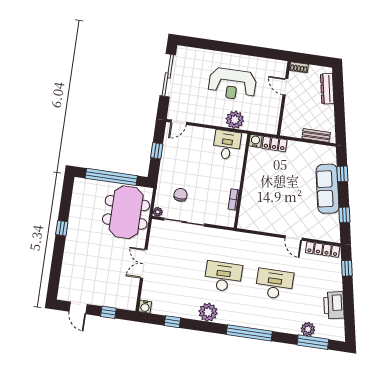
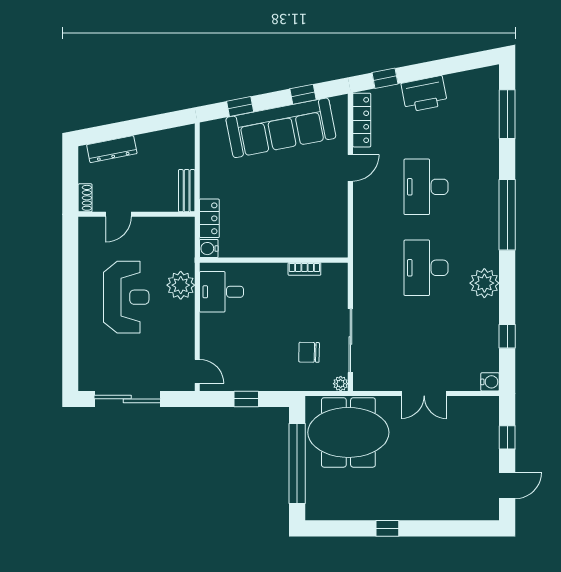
bench: (316, 135) -> (187, 191), moved
sofa: (328, 189) -> (281, 128), width x1.36, depth x1.27
printer: (334, 305) -> (424, 94), moved
plant: (308, 329) -> (488, 125), removed

